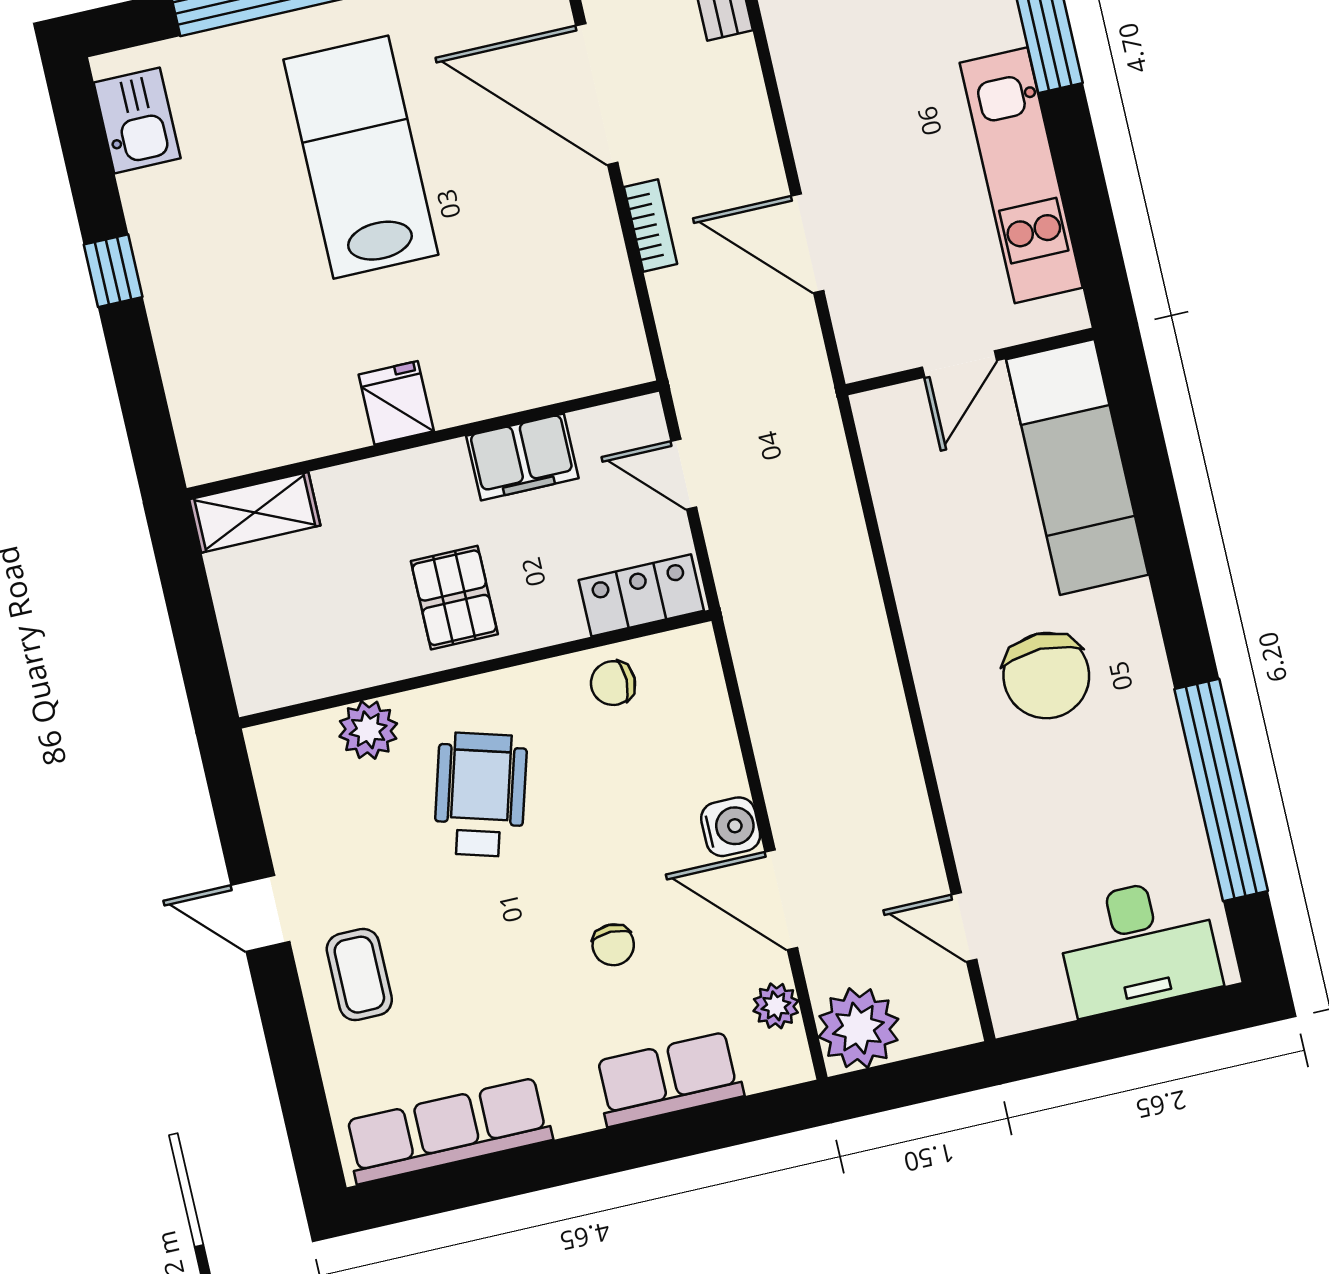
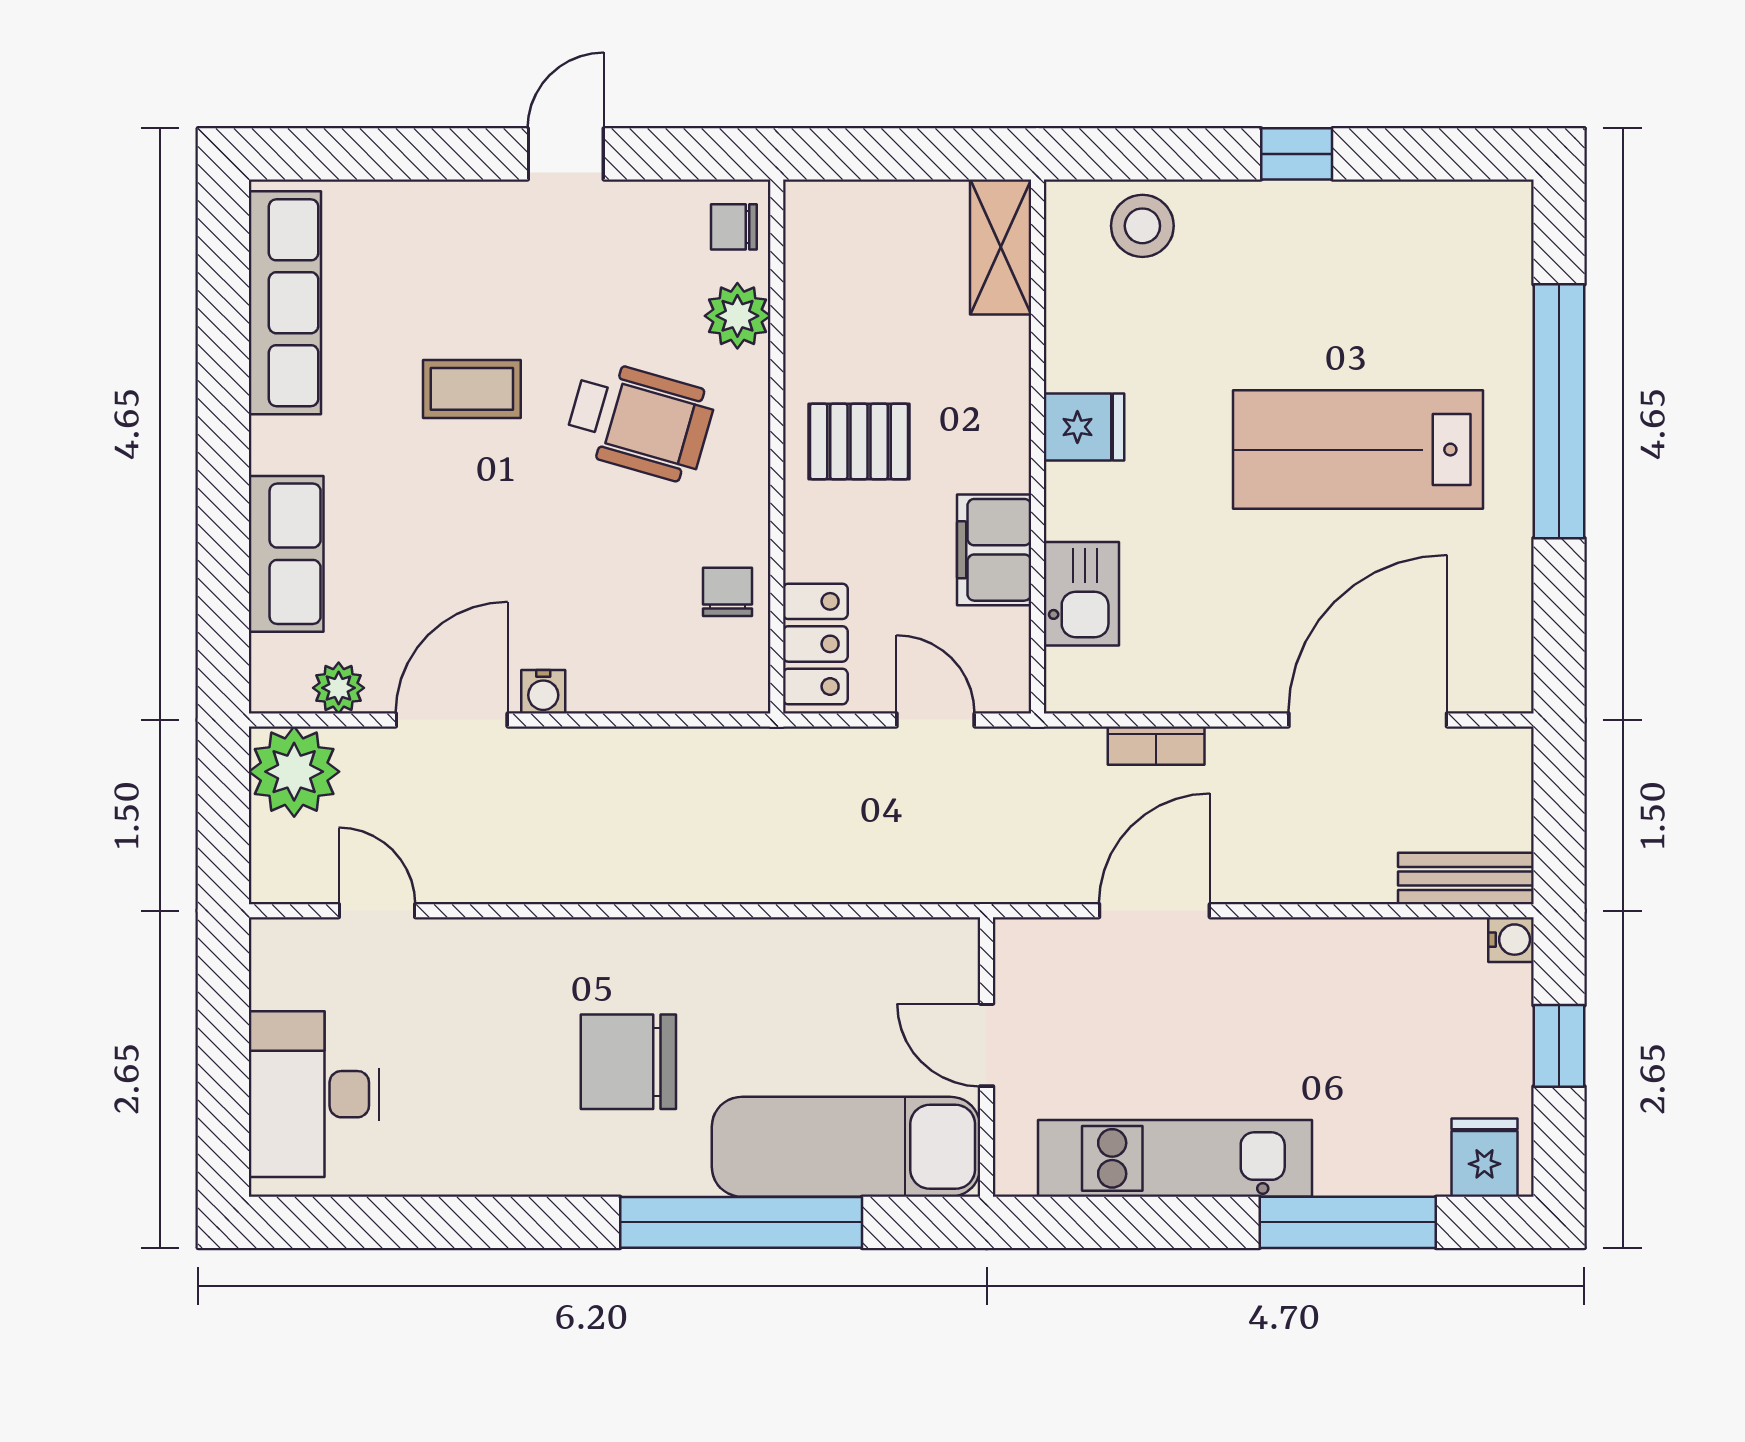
kitchen sink: (137, 120) -> (1081, 594), moved, turned -90
lab bench: (361, 157) -> (1358, 450), turned 180
bookcase: (651, 225) -> (1156, 746), moved
stool: (208, 392) -> (1142, 226), added
door: (684, 474) -> (936, 720), hinge flipped
window: (1221, 790) -> (741, 1222), moved
water cooler: (731, 827) -> (543, 692), width x0.72, depth x0.72
door: (964, 927) -> (377, 911), hinge flipped
chair: (613, 945) -> (734, 227), moved
coffee table: (359, 975) -> (472, 389), moved

